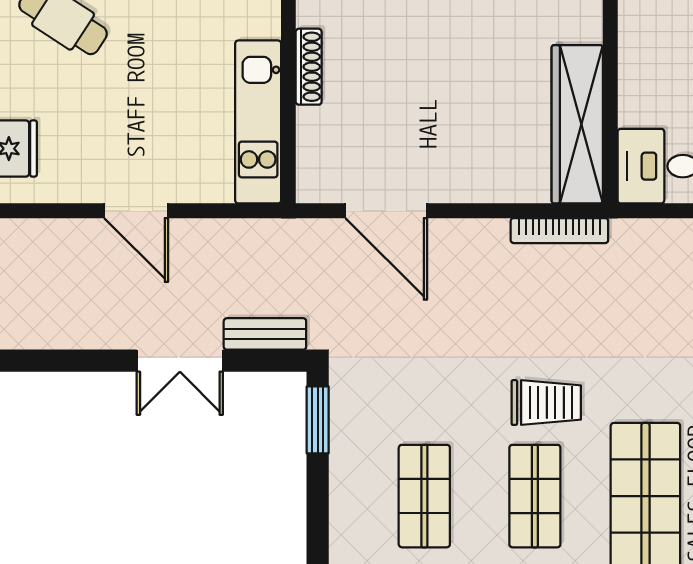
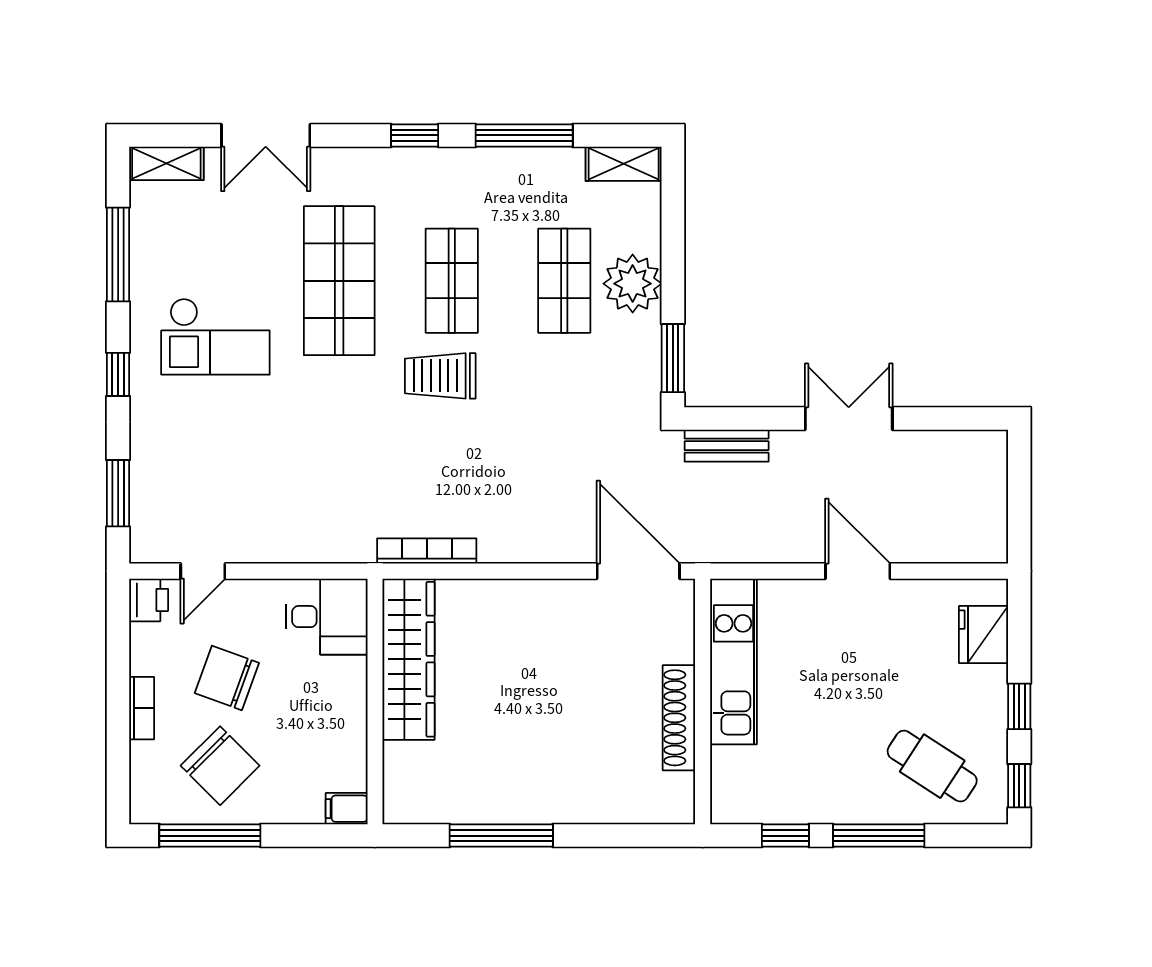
shoe rack: (309, 67) -> (679, 718), width x1.36, depth x1.24
door: (386, 211) -> (638, 571), moved
double door: (180, 361) -> (849, 418), moved
plant: (357, 493) -> (633, 284), added

